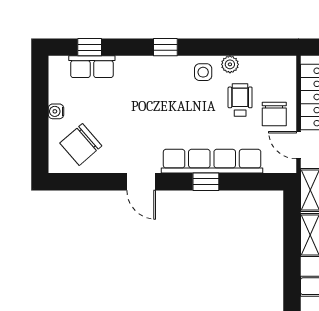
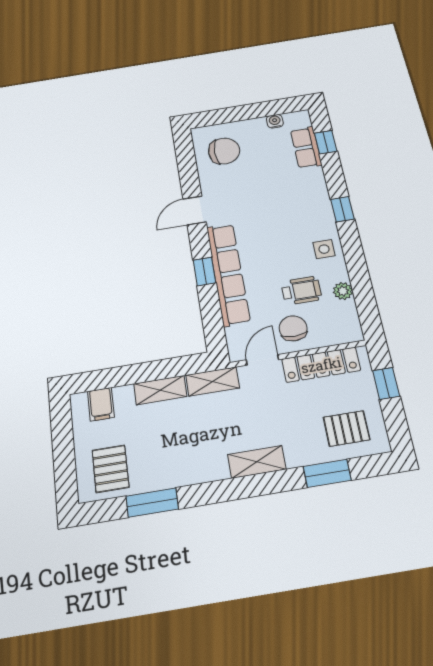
plant: (230, 64) -> (343, 291), moved
water cooler: (56, 111) -> (275, 121), moved
chair: (274, 114) -> (293, 328), turned 90
chair: (81, 144) -> (224, 151), turned 131

